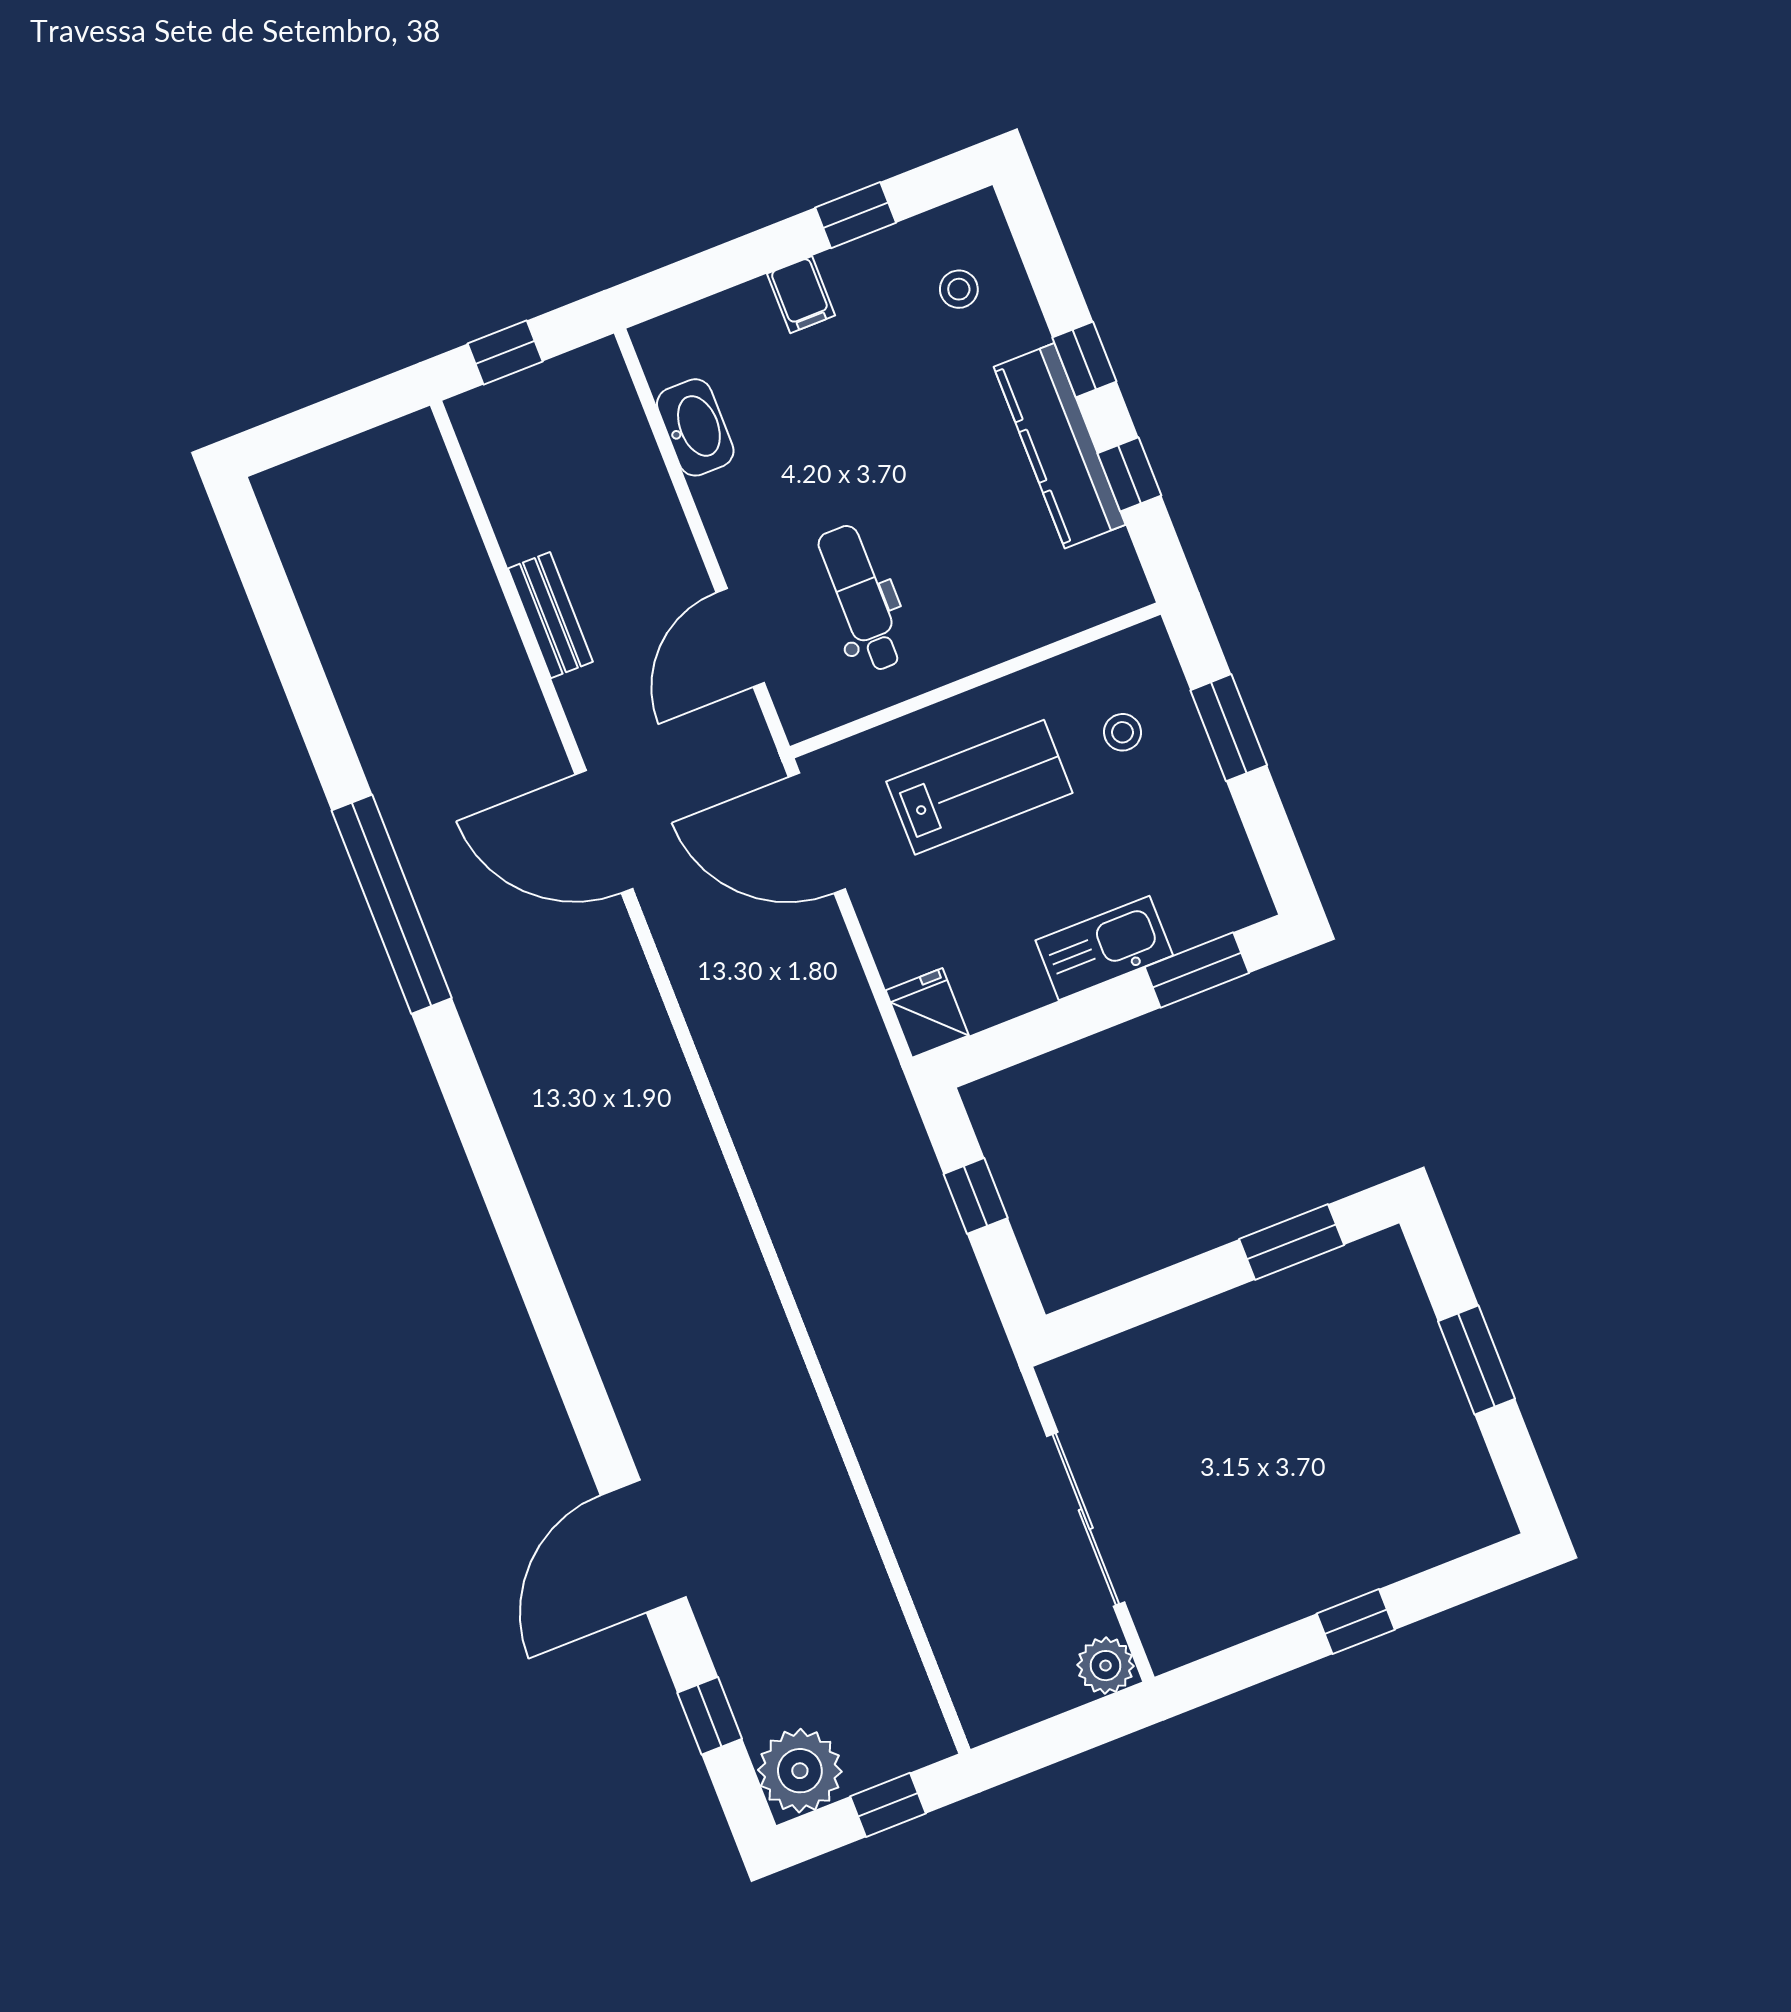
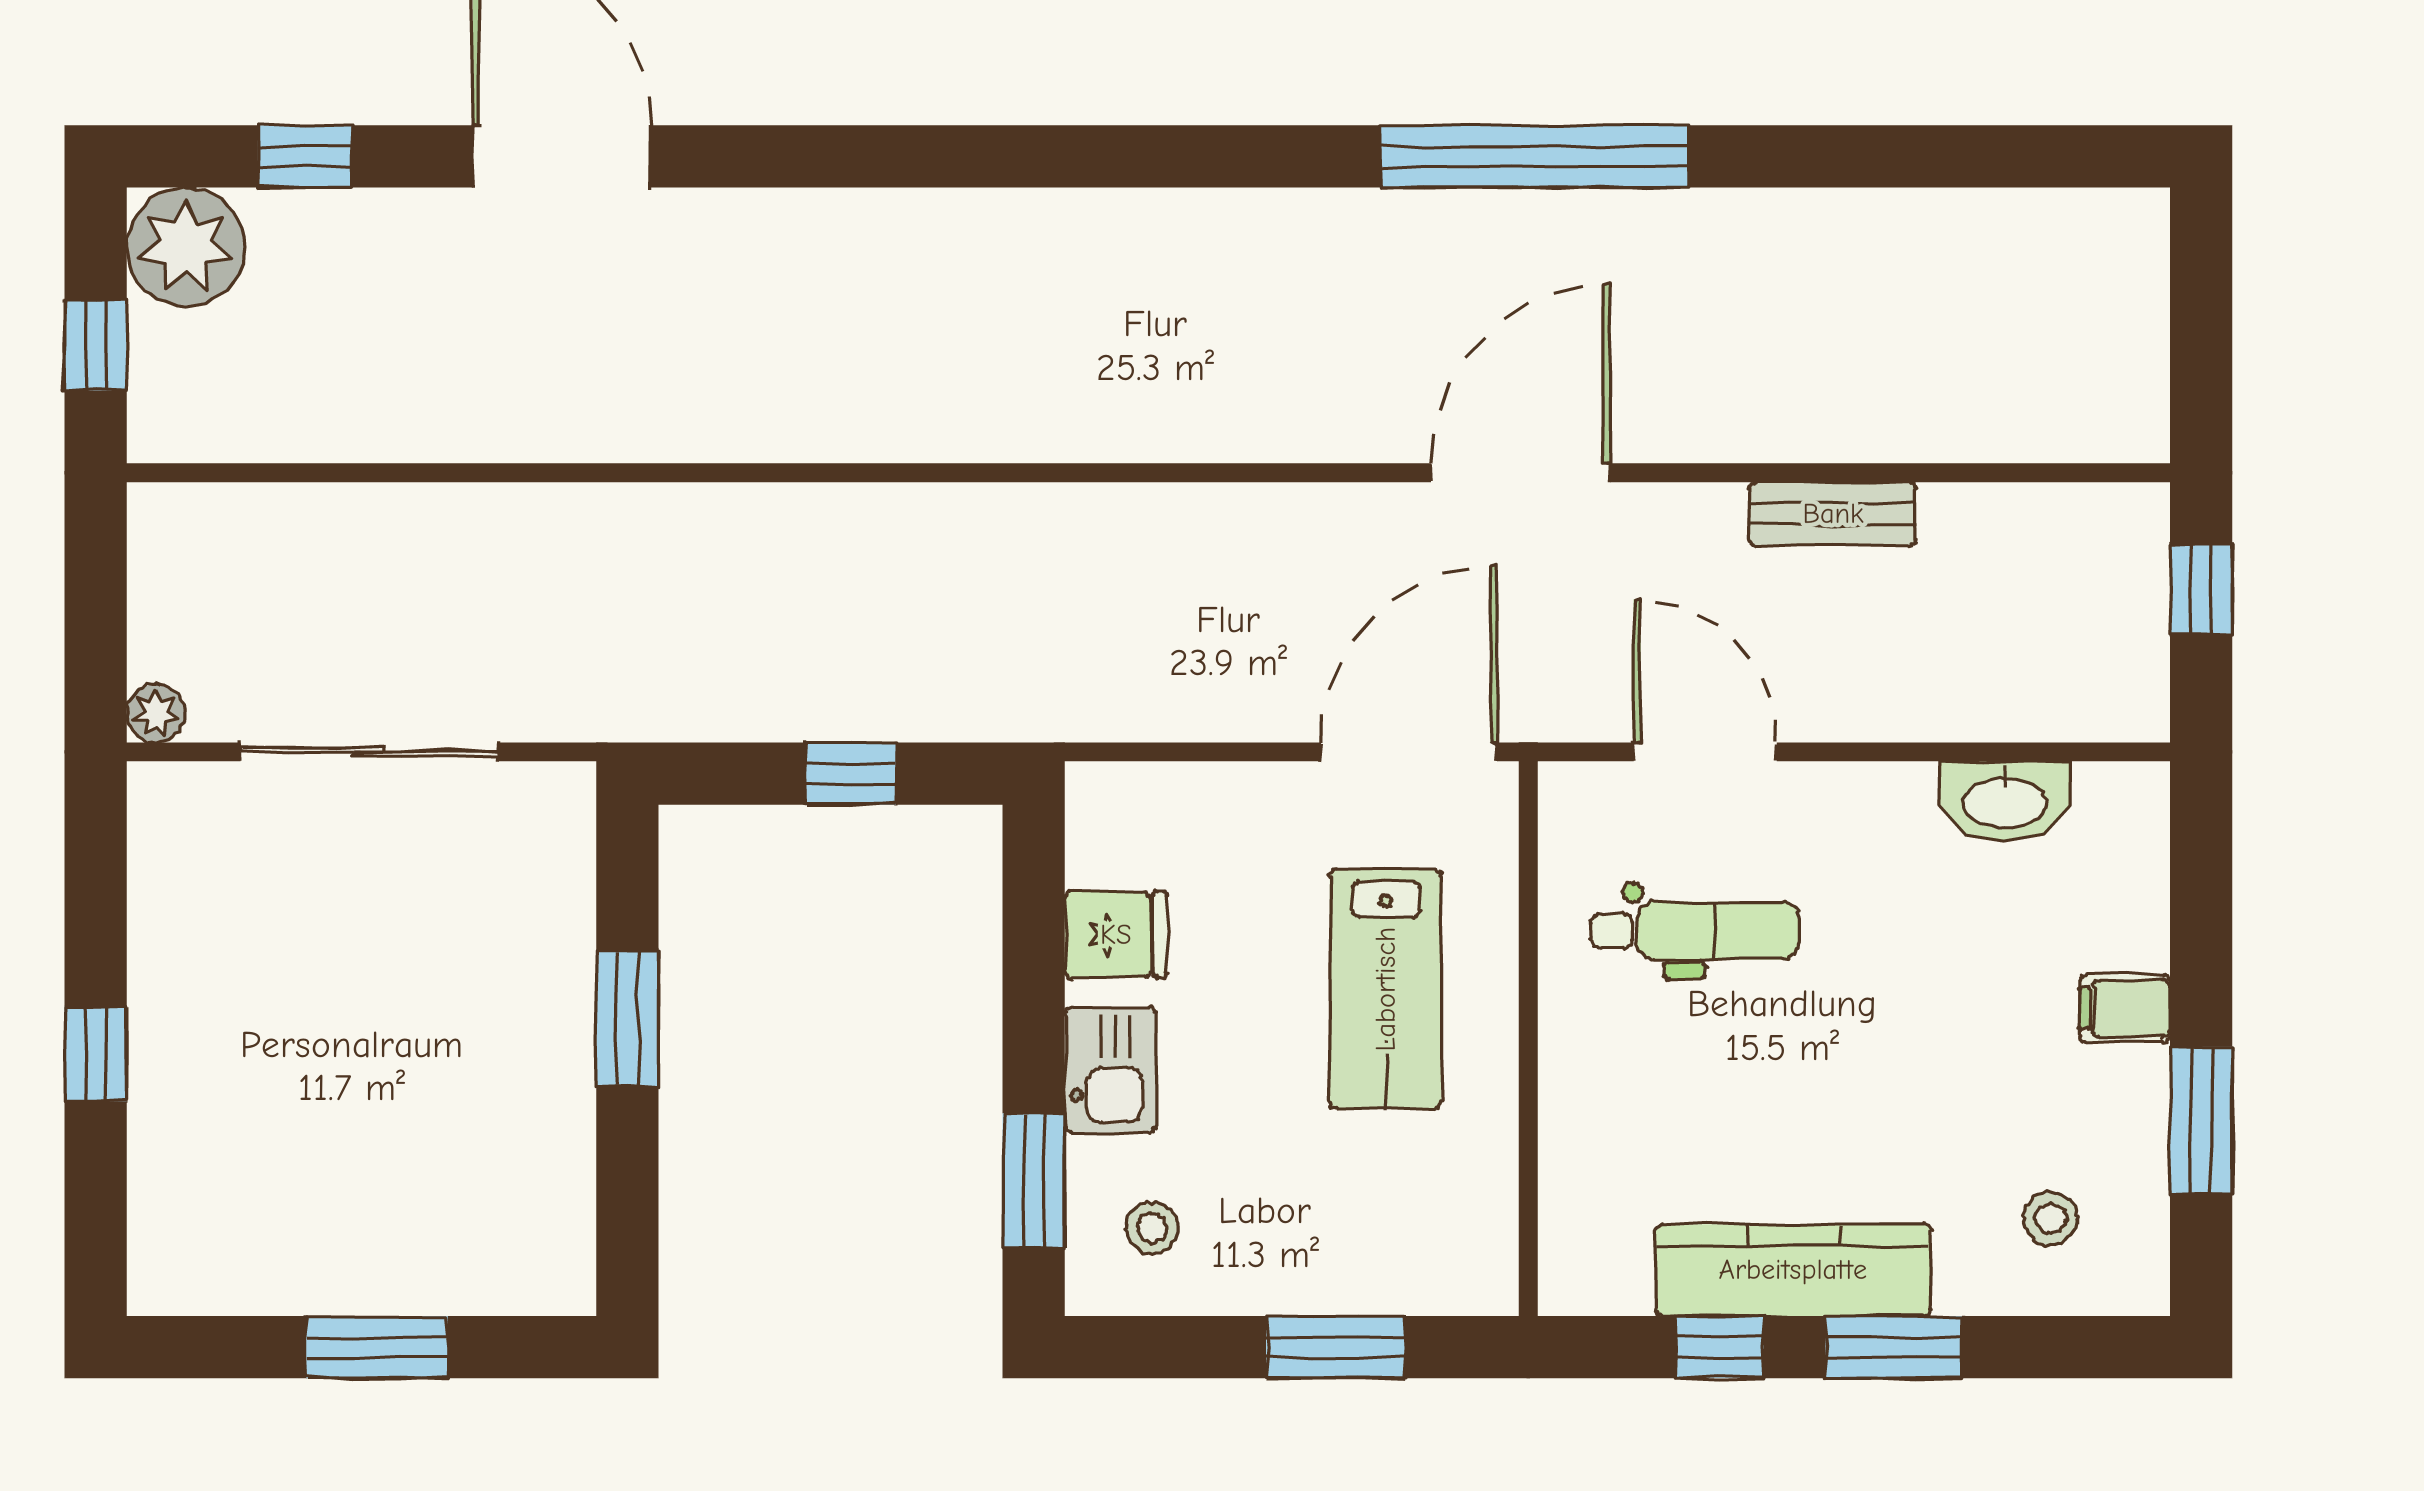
window: (856, 215) -> (2201, 1121), width x1.50
window: (1084, 360) -> (1894, 1347), width x1.50
stool: (1122, 732) -> (1152, 1228), moved
kitchen sink: (1104, 948) -> (1110, 1070), width x0.73
fridge: (927, 1013) -> (1116, 935), moved
window: (1292, 1242) -> (627, 1019), moved
plant: (1105, 1666) -> (156, 713), width x0.73, depth x0.73

